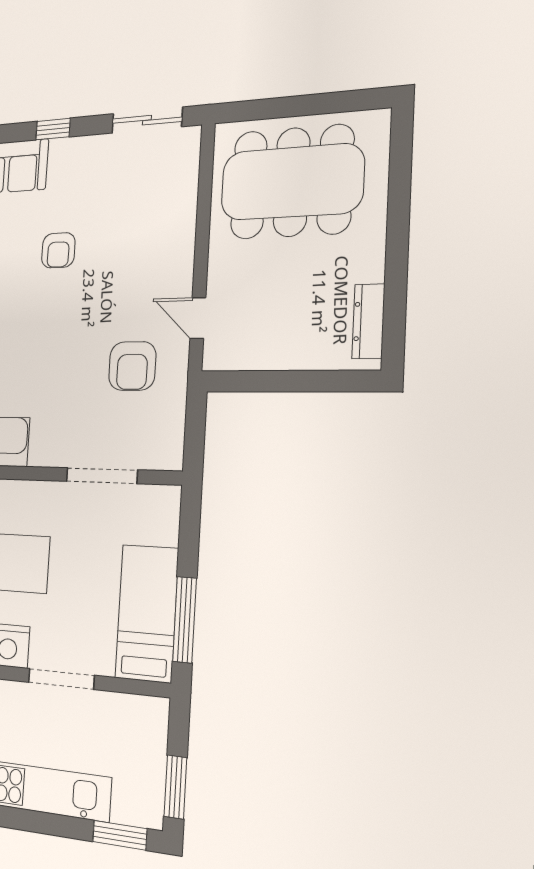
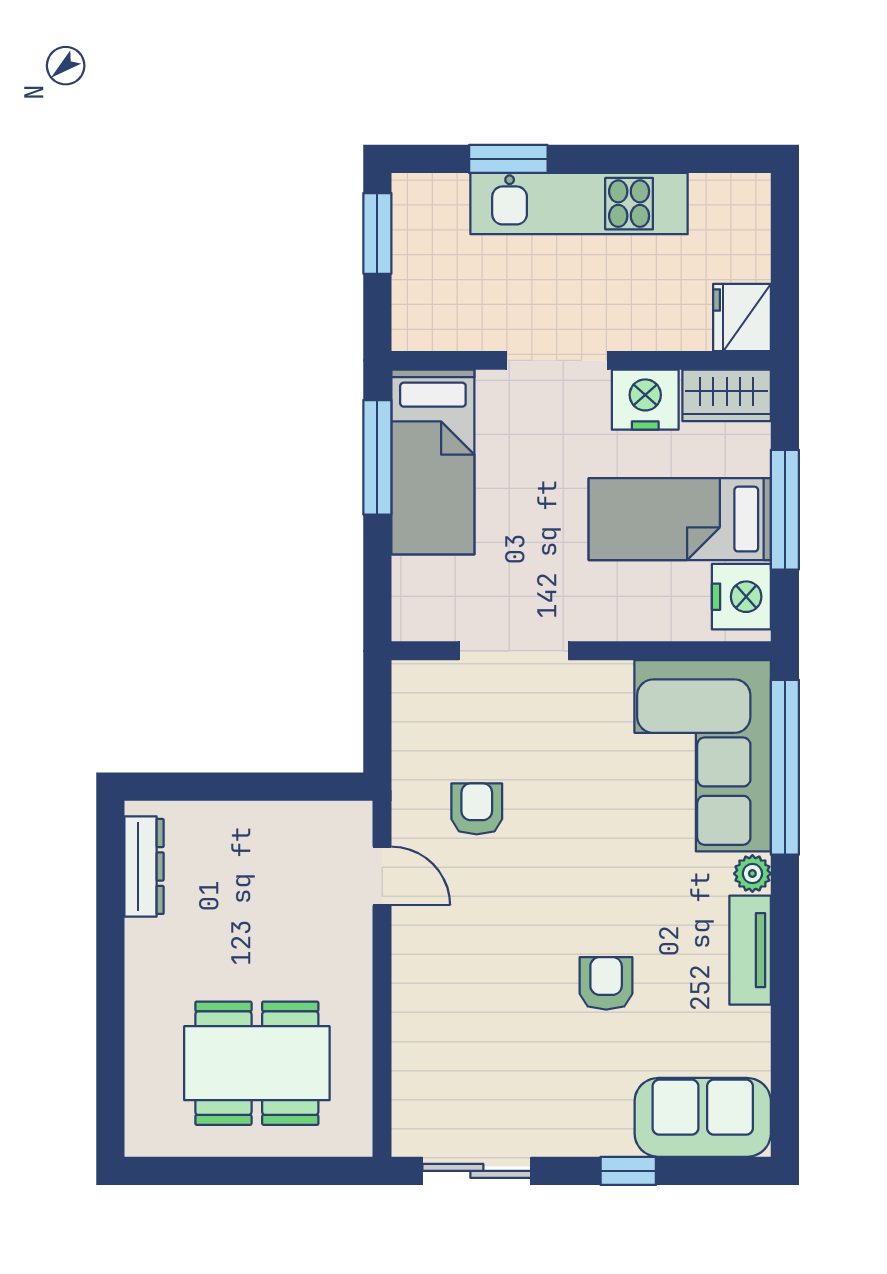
dining table: (292, 182) -> (257, 1063), width x0.73, depth x0.80
armchair: (132, 366) -> (477, 809), width x0.72, depth x0.72
window: (120, 835) -> (508, 159), moved

